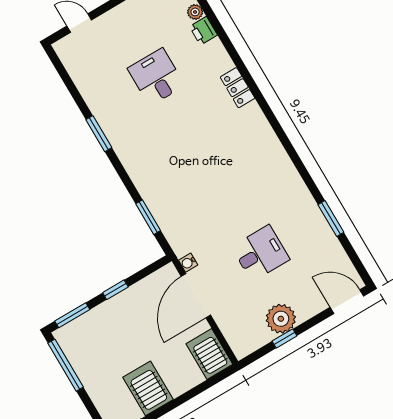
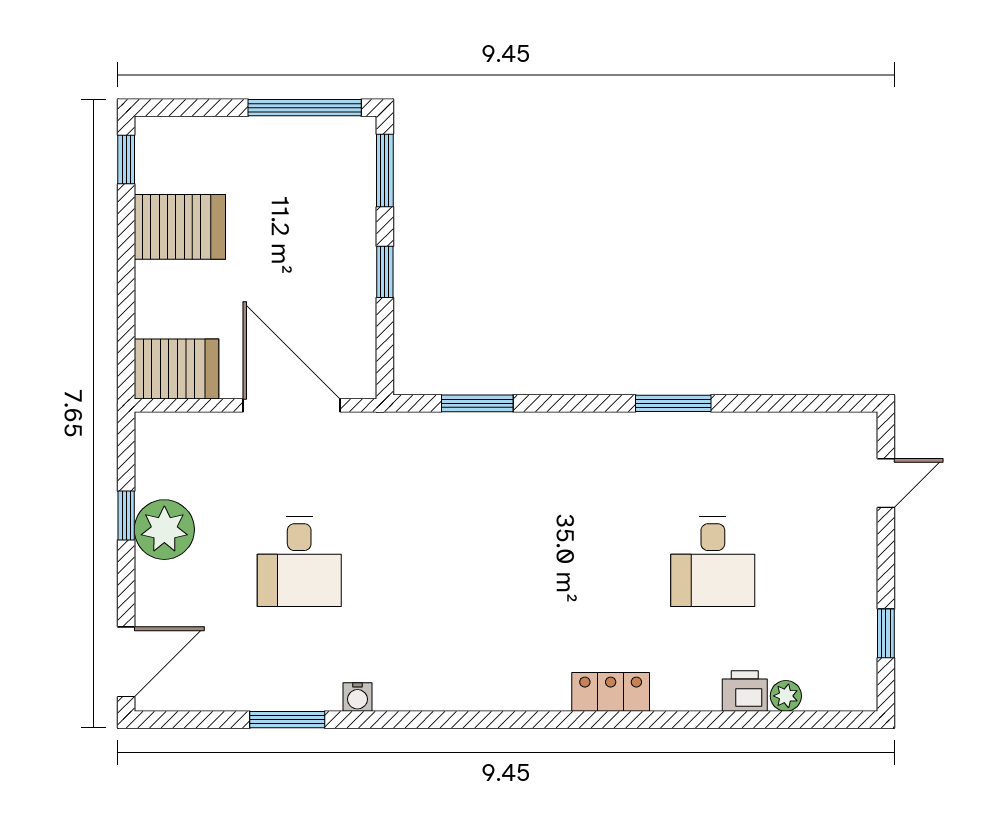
desk: (156, 77) -> (713, 561), turned 90
water cooler: (188, 263) -> (357, 697), moved, turned 180

